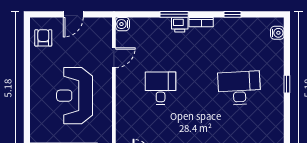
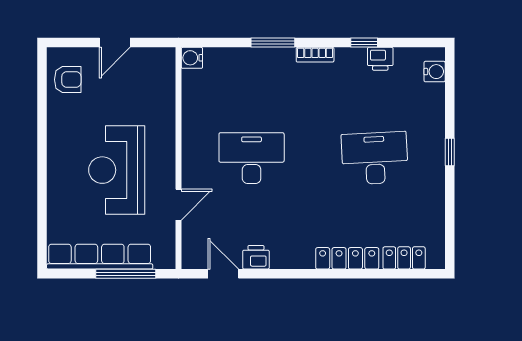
printer: (180, 25) -> (380, 59), moved
armchair: (43, 38) -> (68, 80), turned 90
door: (114, 58) -> (178, 205), moved
desk: (161, 88) -> (252, 158), width x1.37

